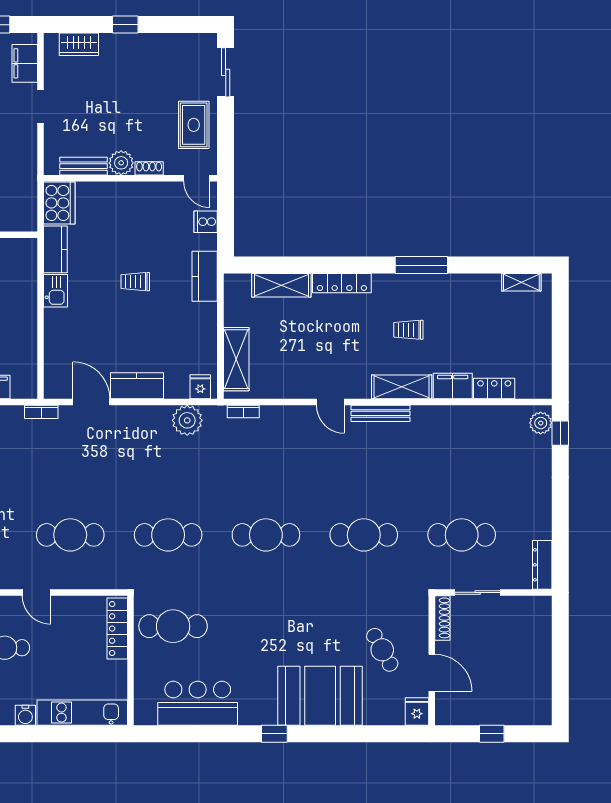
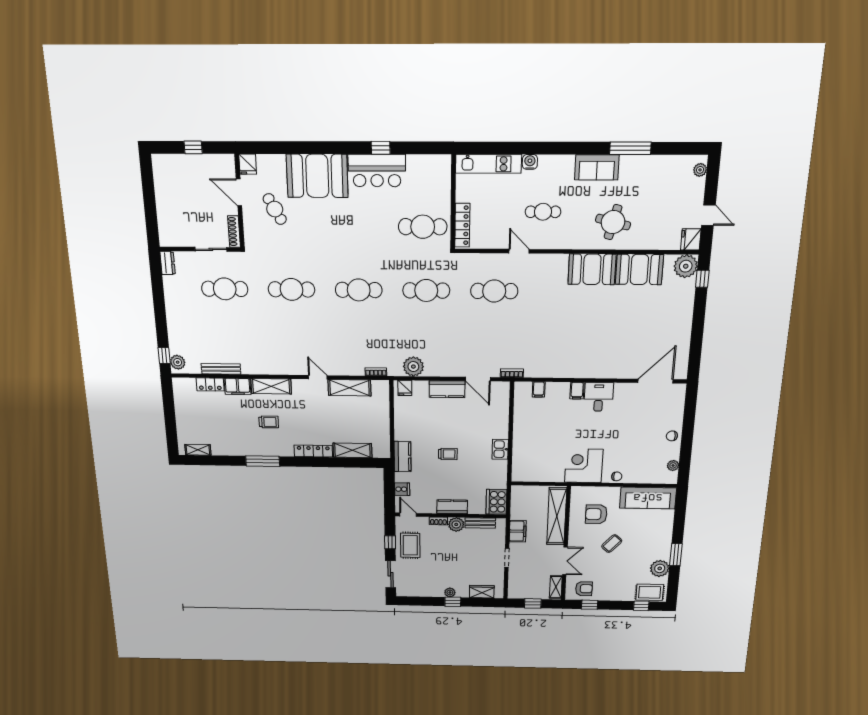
plant: (130, 42) -> (450, 592), added
filing cabinet: (25, 63) -> (518, 531), moved
window: (226, 130) -> (390, 542), added
kitchen counter: (55, 249) -> (452, 507), moved, turned 90
shelving: (236, 359) -> (349, 388), moved, turned 90
bench: (380, 413) -> (221, 369), moved
dresser: (542, 565) -> (168, 263), width x0.70
bar counter: (198, 703) -> (377, 171), moved
window: (274, 734) -> (381, 148), moved

